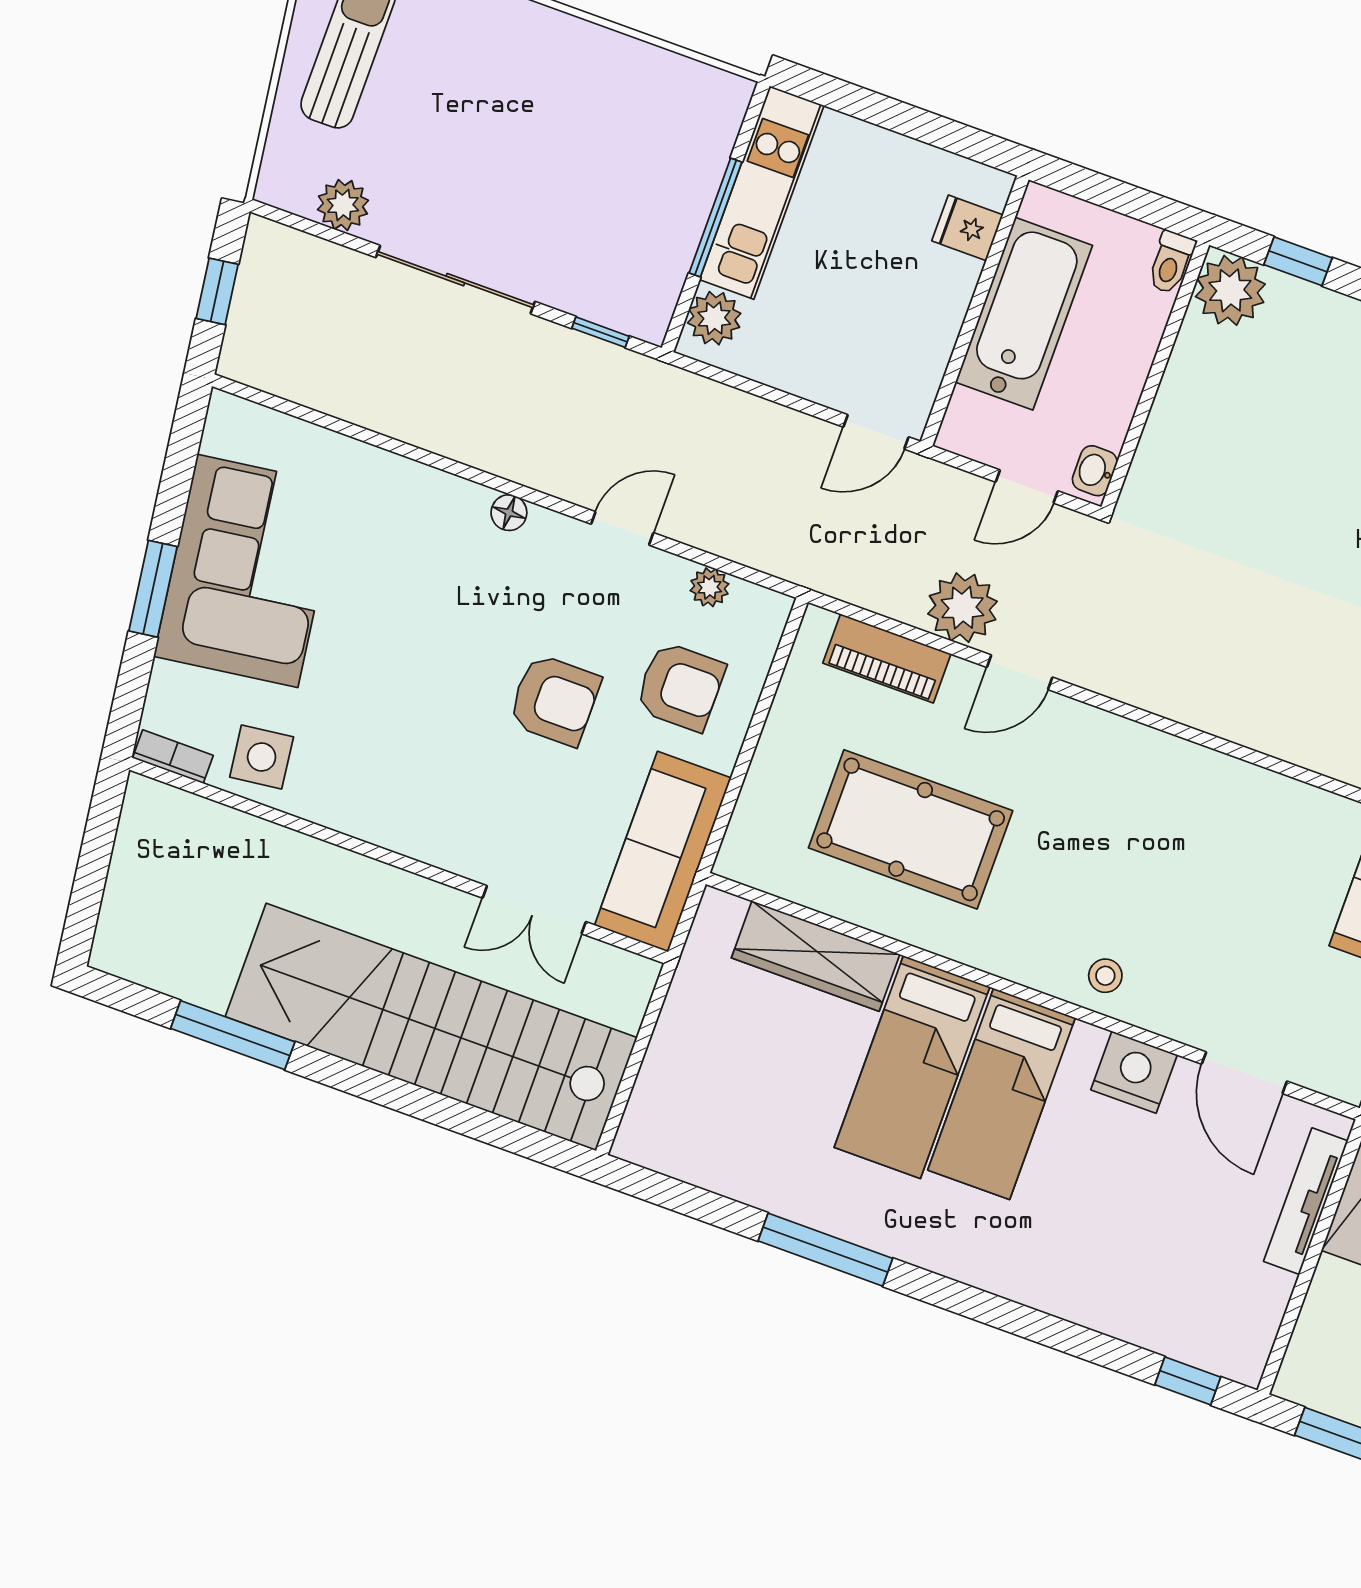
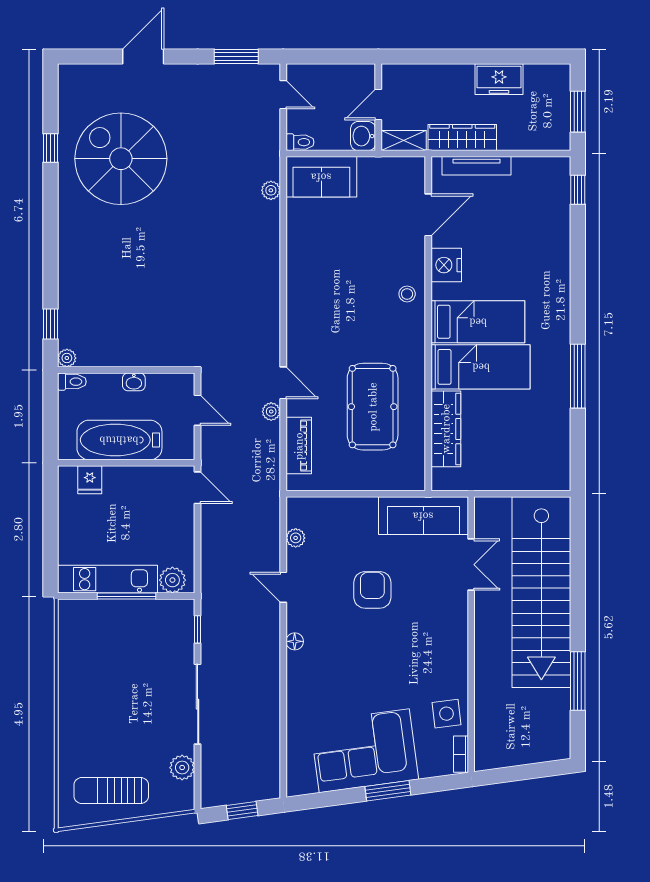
plant: (1230, 290) -> (67, 358), width x0.53, depth x0.53
washbasin: (1095, 471) -> (134, 382), moved
plant: (963, 608) -> (271, 412), width x0.53, depth x0.53
armchair: (680, 687) -> (346, 535), removed

